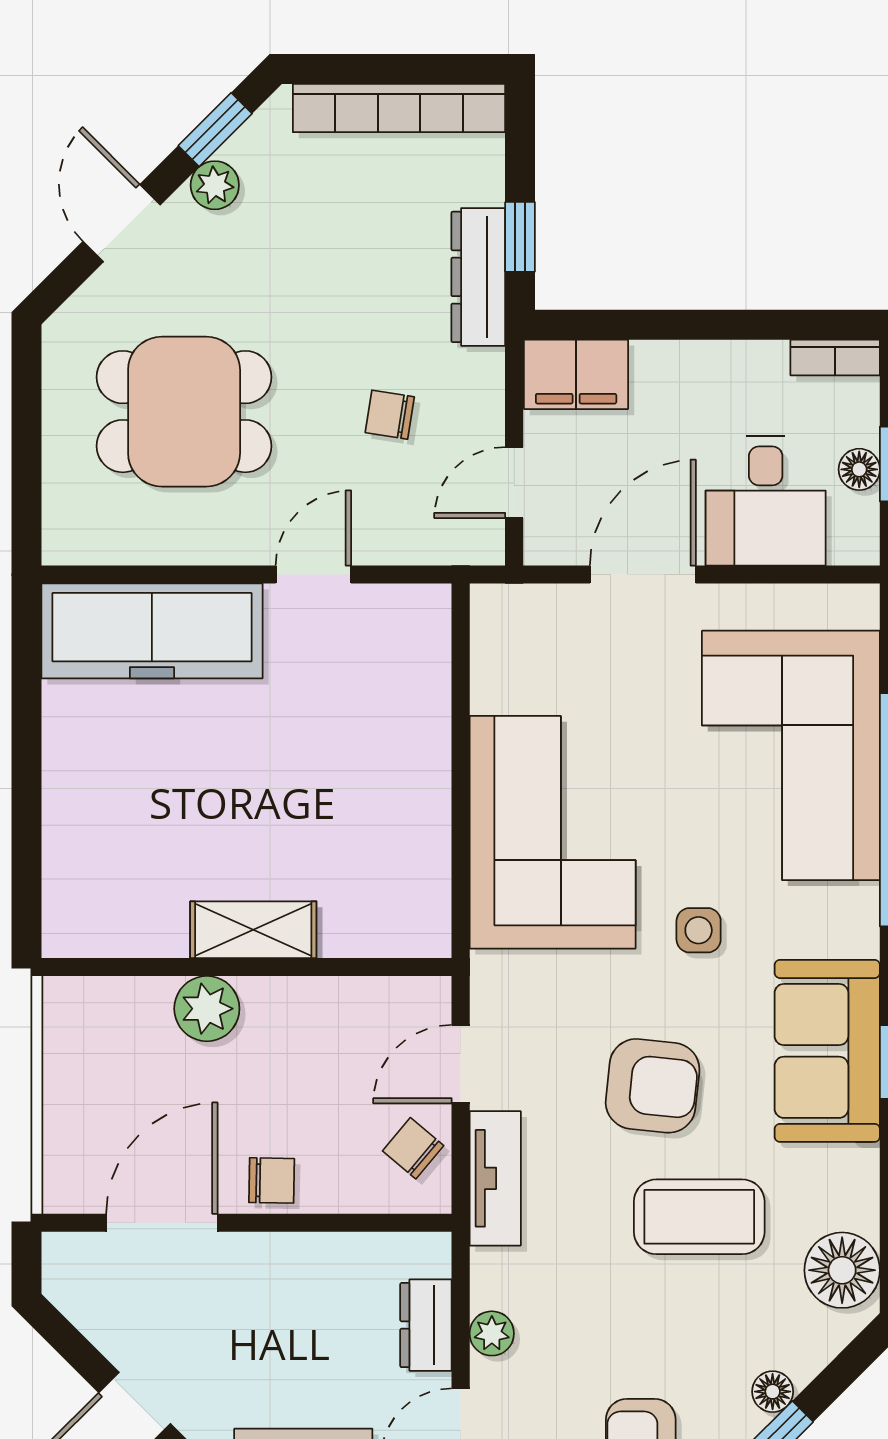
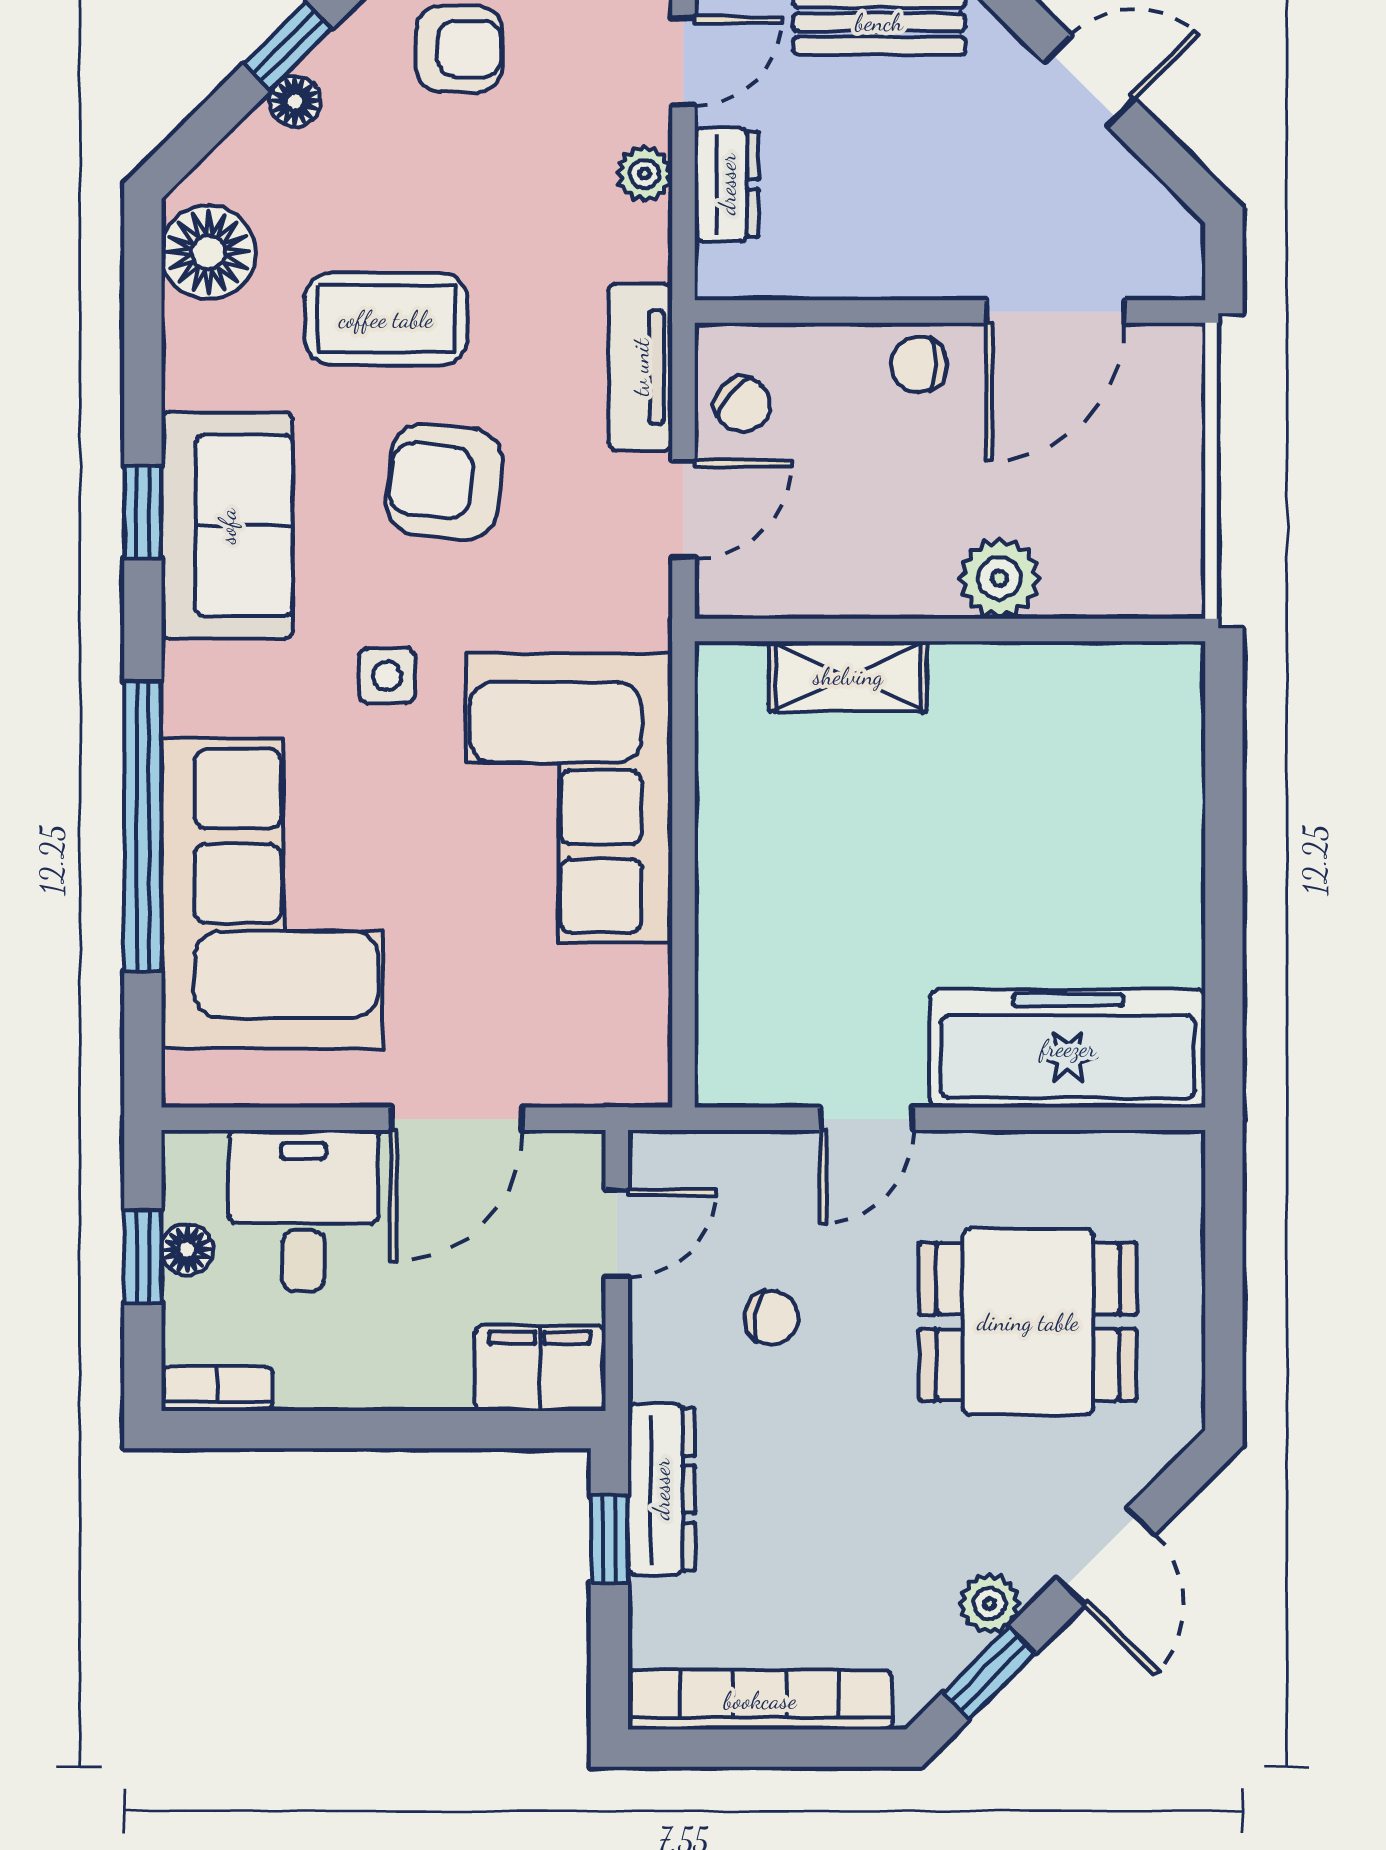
shelving: (253, 930) -> (848, 676), moved

